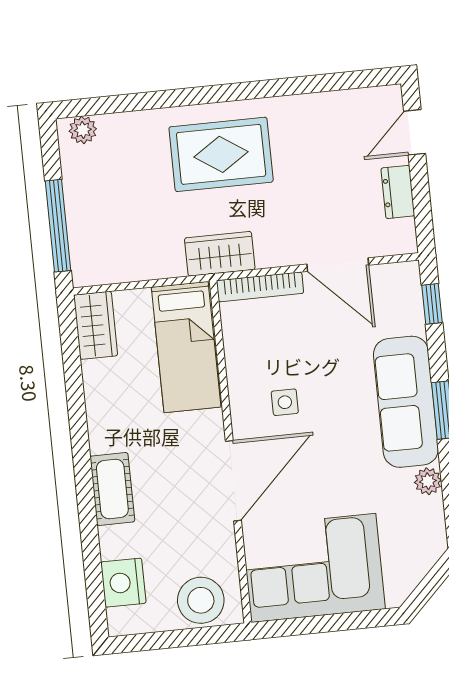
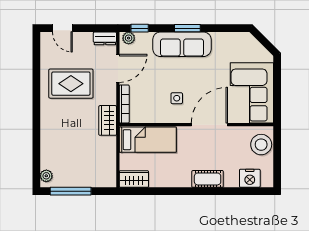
rug: (221, 154) -> (71, 84), moved, turned 90
dresser: (398, 192) -> (105, 38), moved
window: (58, 226) -> (71, 191), moved
door: (233, 481) -> (209, 125), hinge flipped
plant: (428, 481) -> (129, 38), moved

